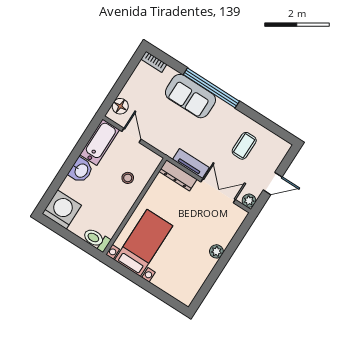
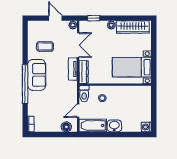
sofa: (190, 96) -> (37, 75), moved
double door: (218, 191) -> (78, 45), swing flipped
washing machine: (62, 209) -> (146, 127), width x0.53, depth x0.53
window: (240, 234) -> (94, 18), added
toilet: (96, 239) -> (84, 94), moved
wardrobe: (196, 278) -> (133, 27), added

